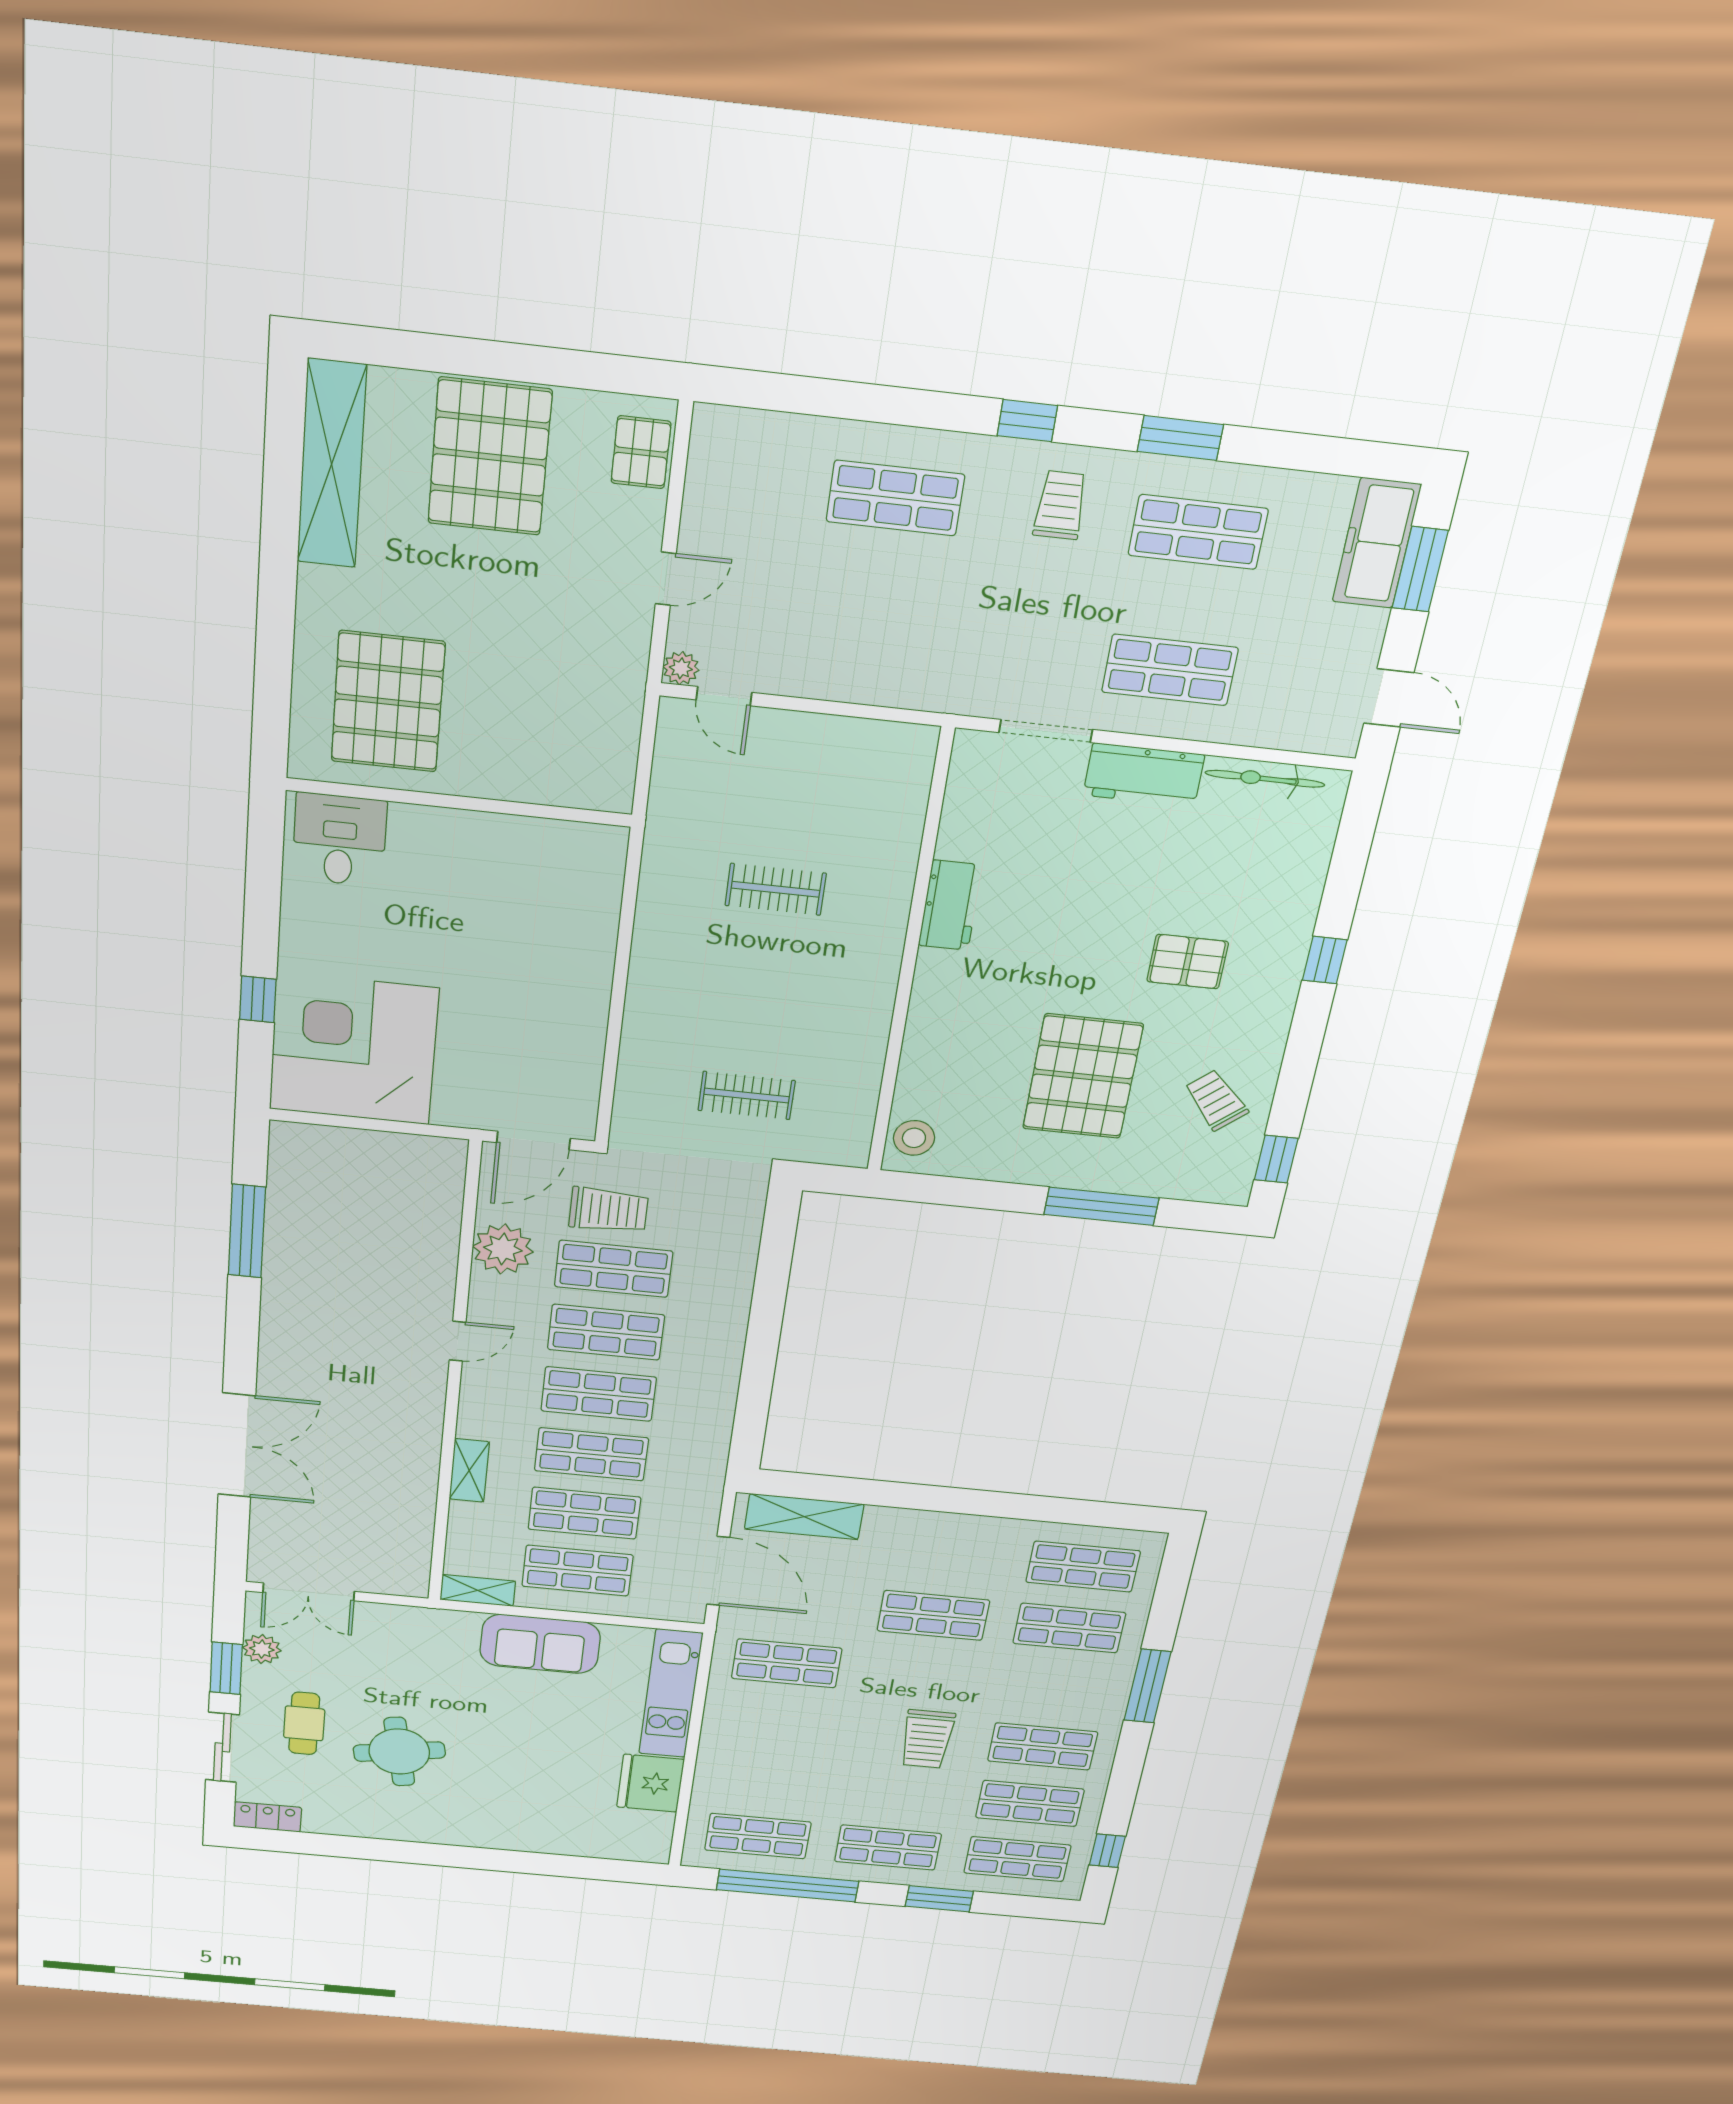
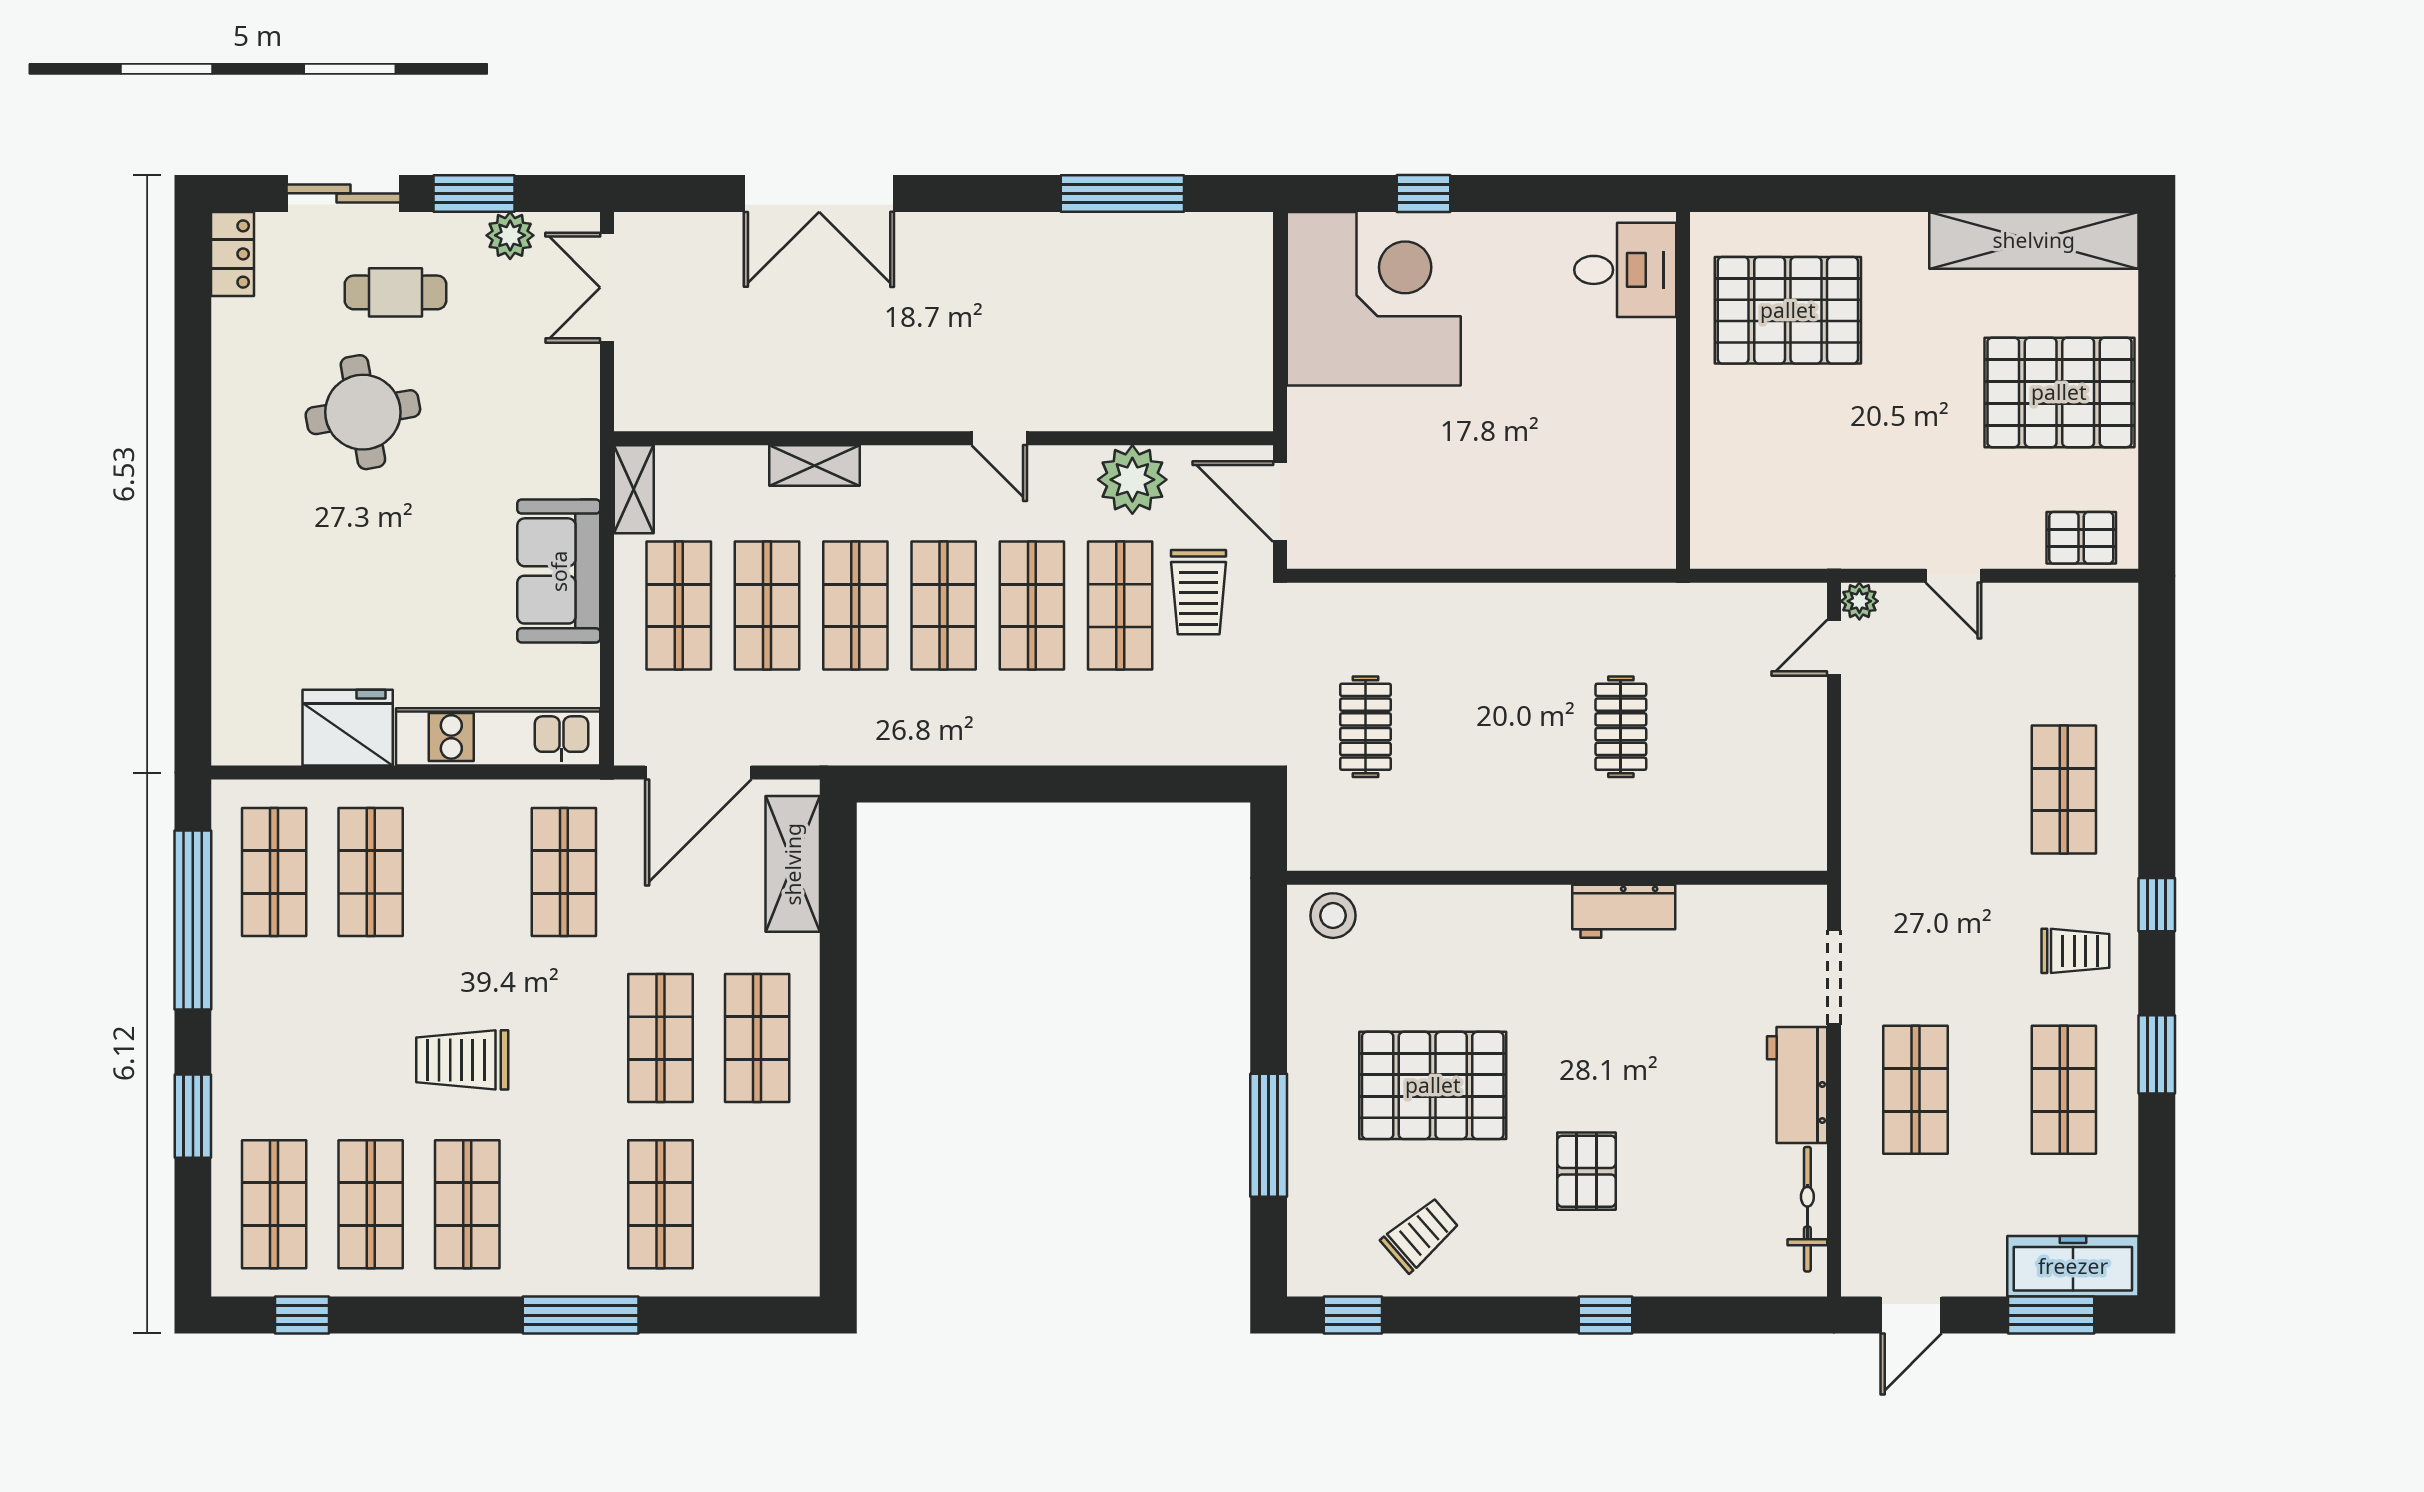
shop shelf: (1083, 1567) -> (757, 1038), moved
shop shelf: (888, 1848) -> (371, 872), moved

